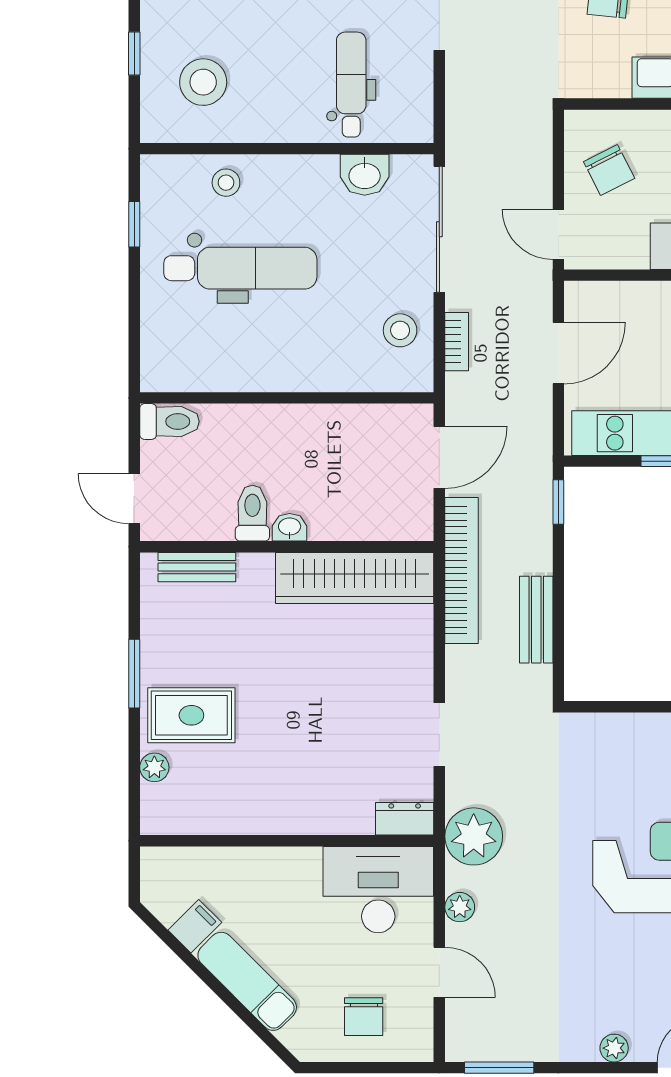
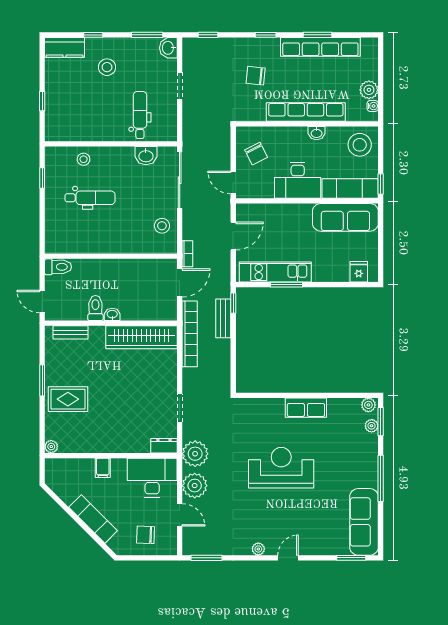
stool: (203, 82) -> (73, 114), removed
dental chair: (240, 268) -> (90, 198), width x0.73, depth x0.72
bookcase: (457, 342) -> (187, 254), moved
bench: (536, 620) -> (223, 318), moved
plant: (154, 767) -> (51, 447), moved
plant: (460, 907) -> (195, 486), width x1.88, depth x1.88
filing cabinet: (195, 926) -> (103, 468), moved, turned 135
chair: (364, 1017) -> (146, 535), turned 92

